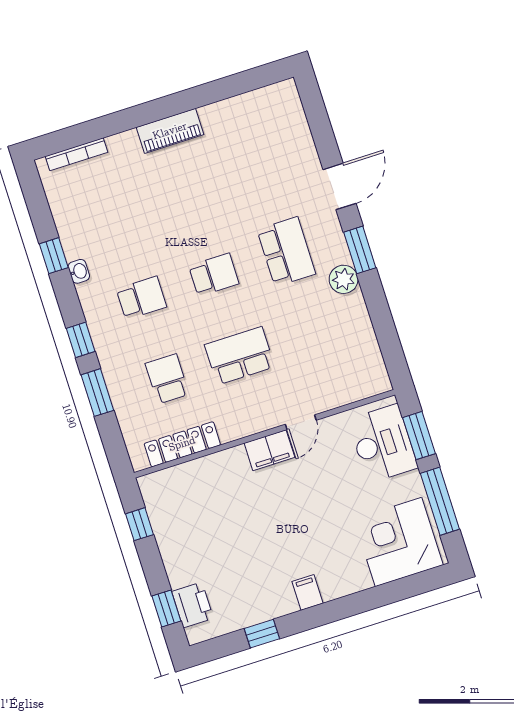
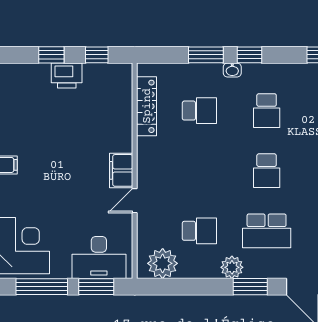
washbasin: (79, 271) -> (232, 70), moved
school desk: (240, 356) -> (199, 231), moved, width x0.54
plant: (366, 365) -> (163, 263), added
door: (301, 422) -> (135, 201), hinge flipped
printer: (193, 605) -> (67, 75), moved
window: (166, 608) -> (51, 55), moved

